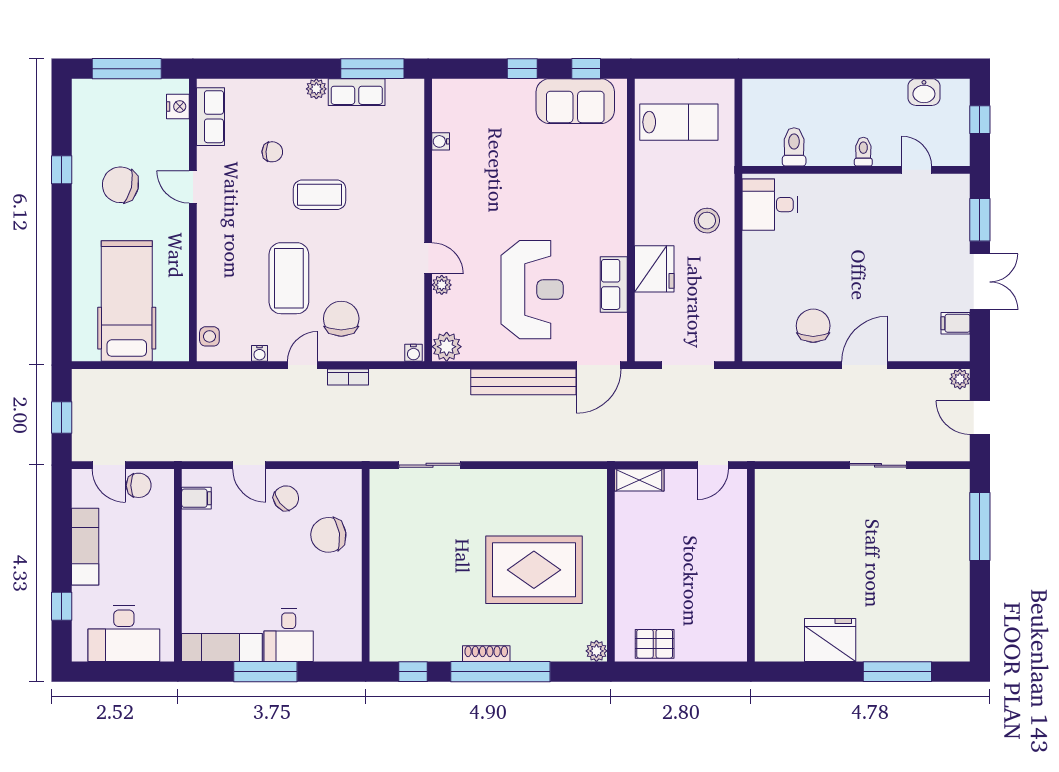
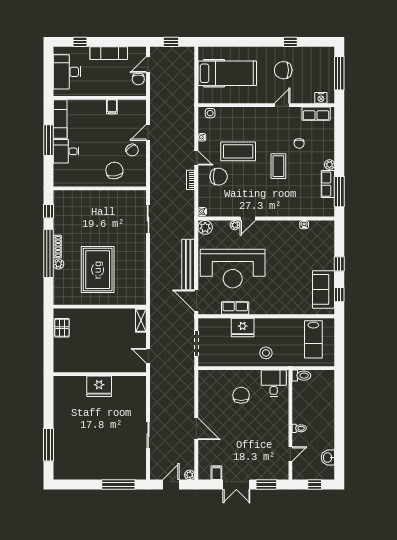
toilet: (794, 147) -> (301, 376), moved
chair: (120, 185) -> (283, 70), turned -103
reception desk: (532, 290) -> (233, 269), width x1.36, depth x1.30
chair: (813, 326) -> (241, 395), moved, turned -90
filing cabinet: (196, 498) -> (112, 107), moved
fridge: (830, 640) -> (99, 386), moved, turned 90
plant: (596, 651) -> (58, 264), moved

